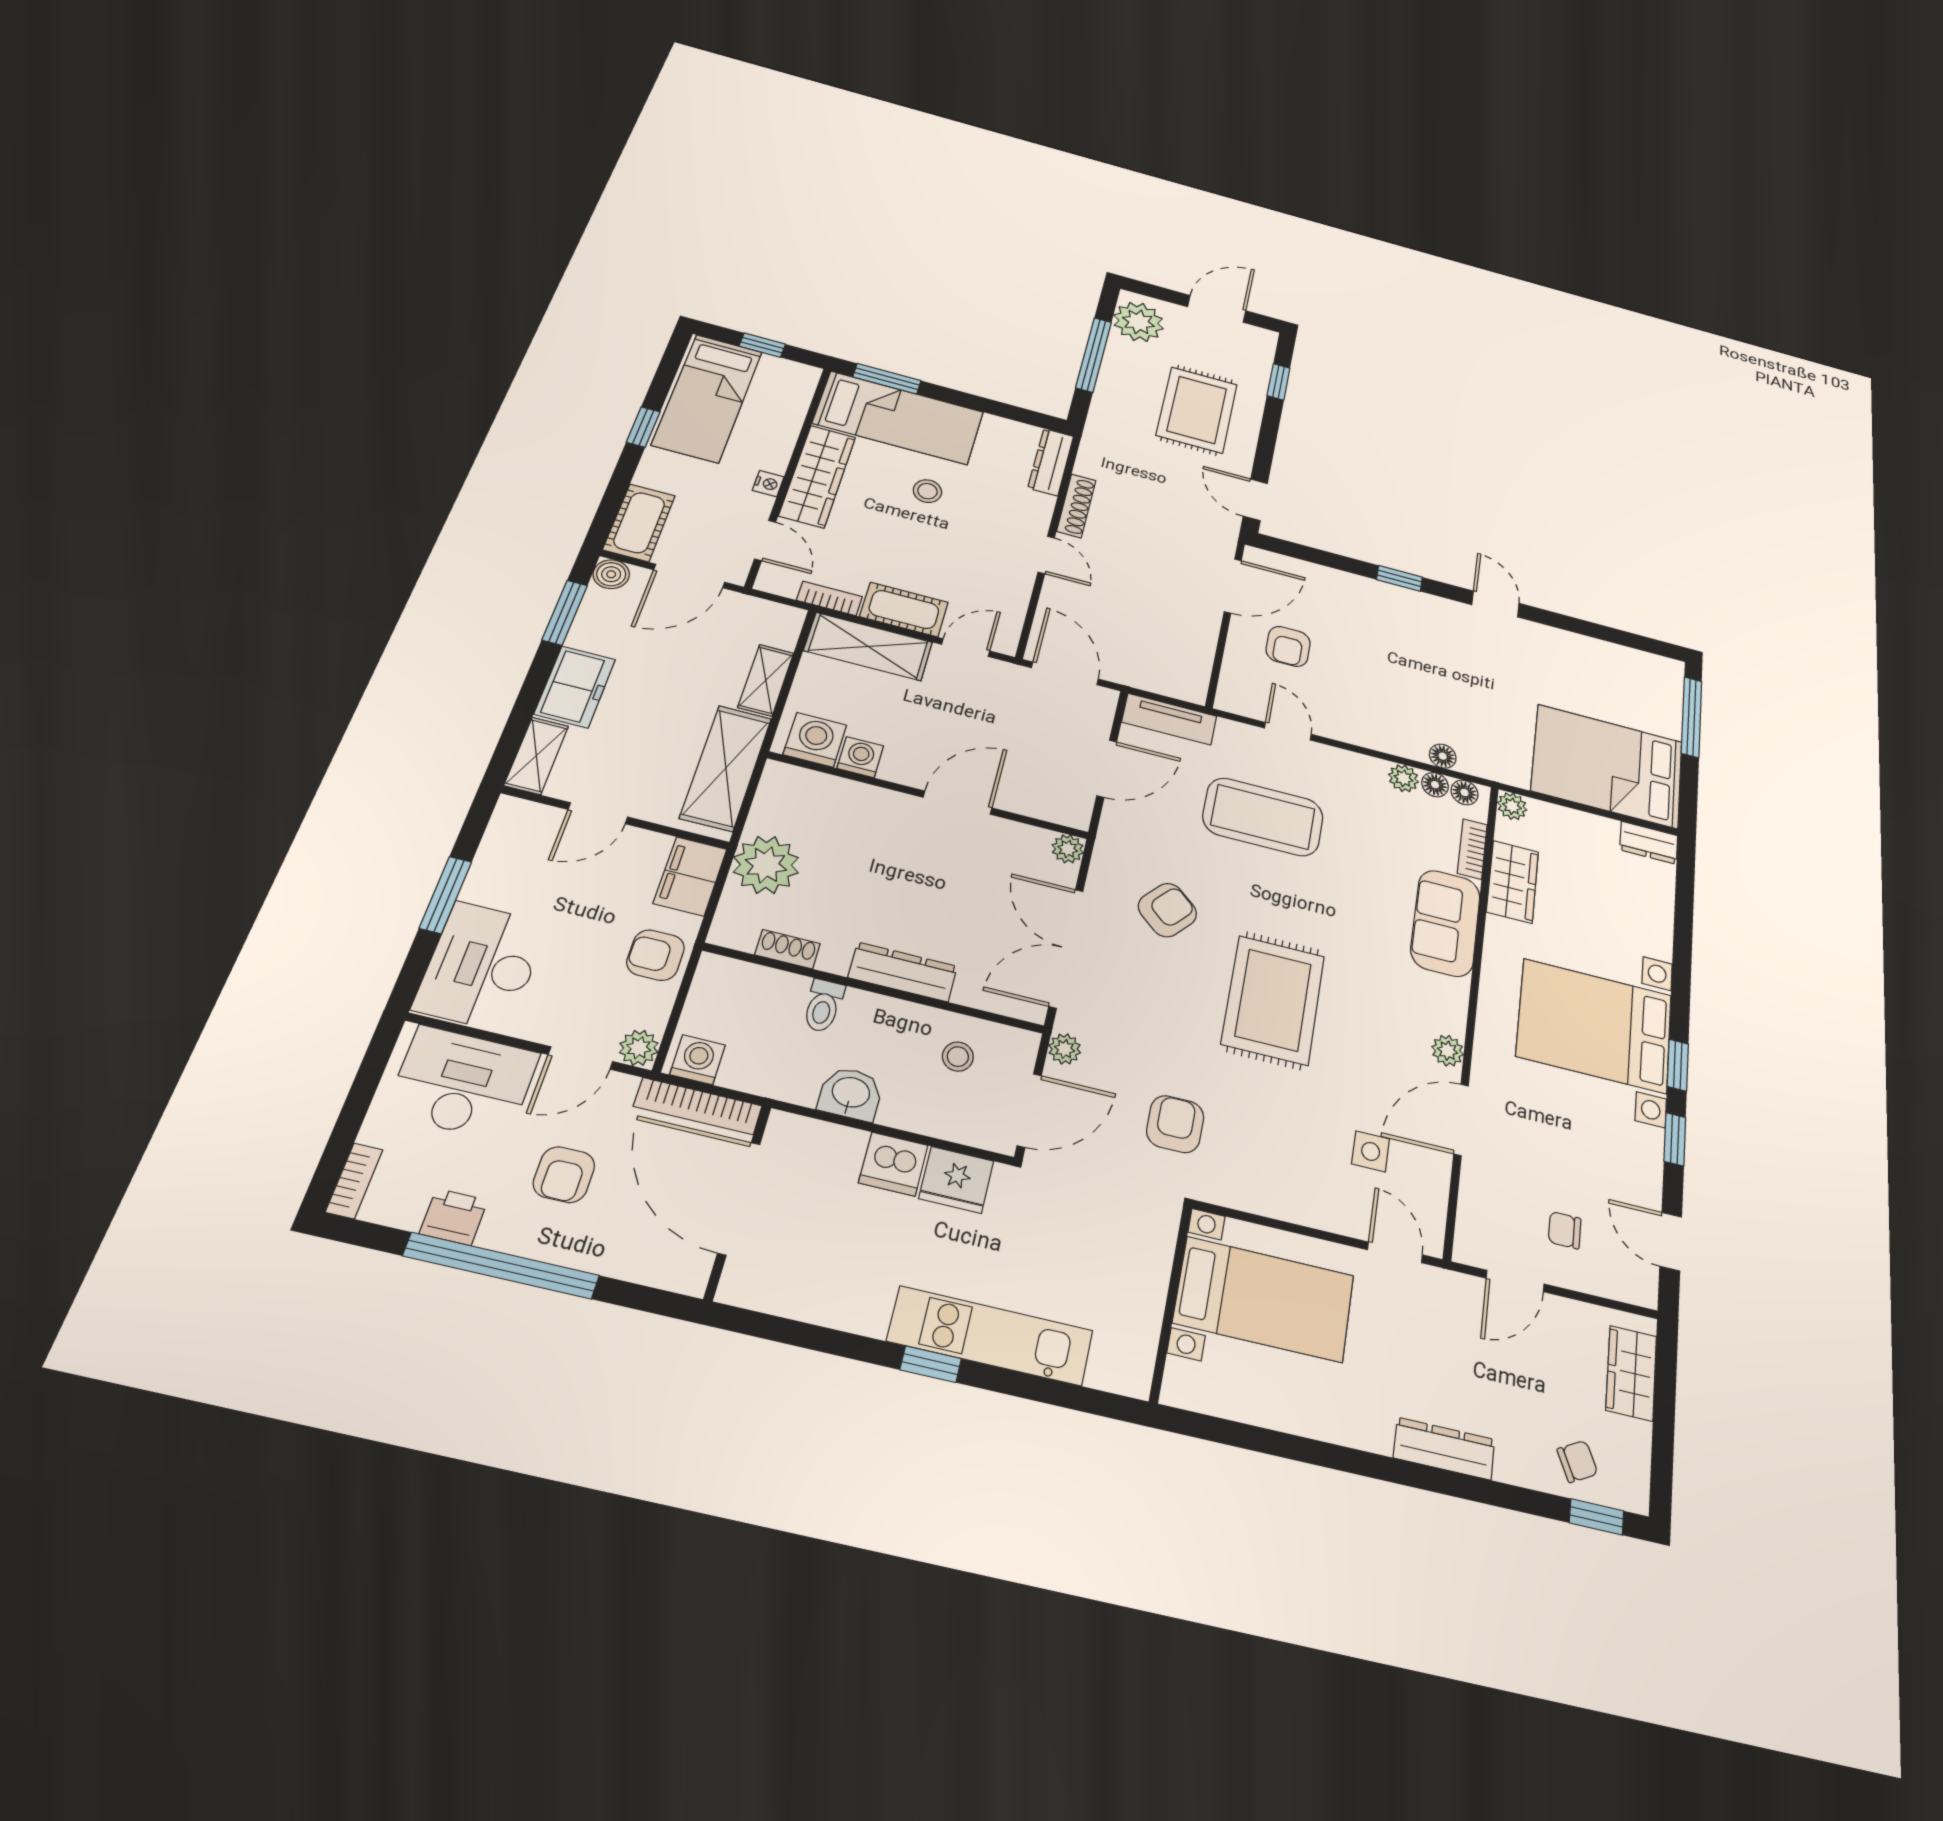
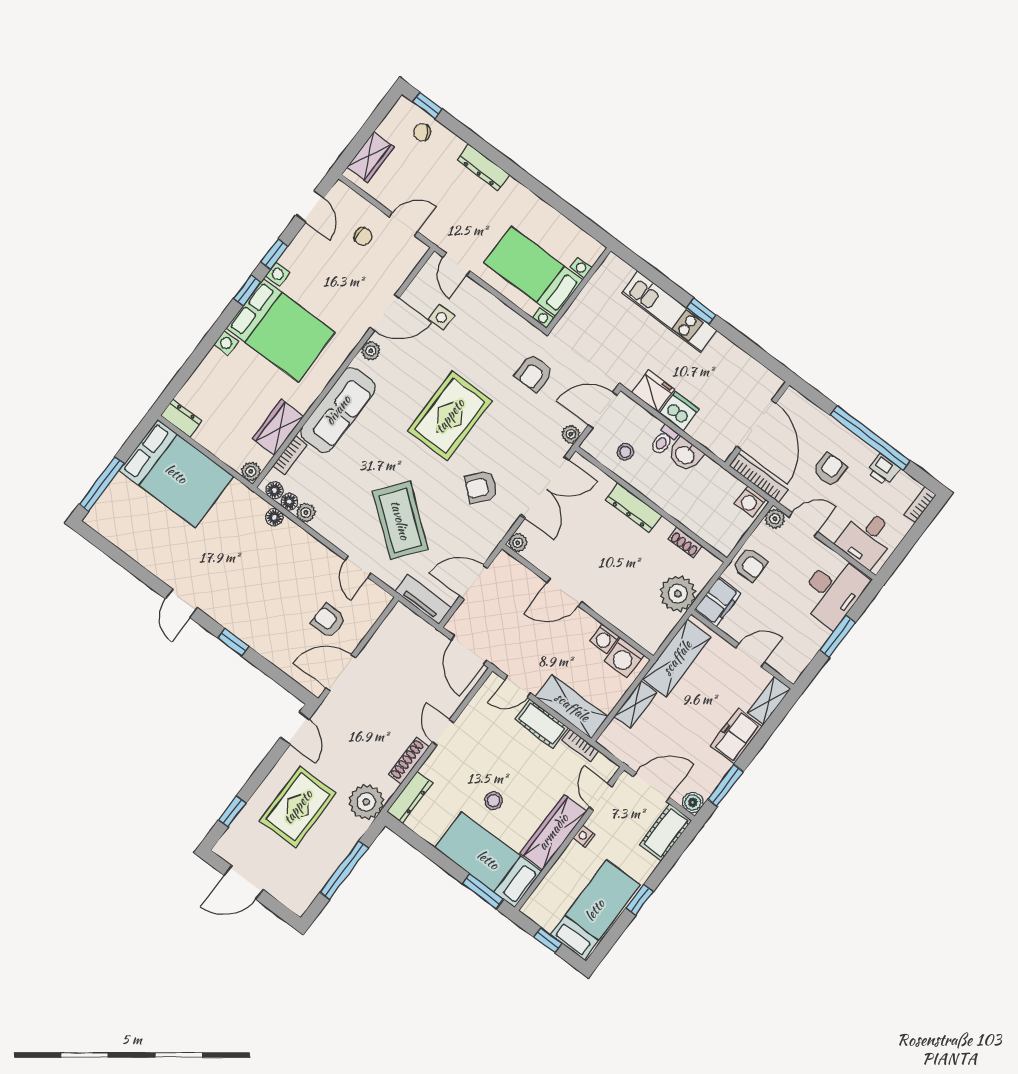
plant: (1138, 322) -> (366, 802), moved
armchair: (1288, 646) -> (329, 621), turned -90
coffee table: (1263, 817) -> (400, 520), turned 38
sofa: (1446, 923) -> (338, 410), width x1.36
toilet: (823, 1006) -> (664, 440), moved, turned 180
desk: (463, 1083) -> (866, 538), width x0.73

